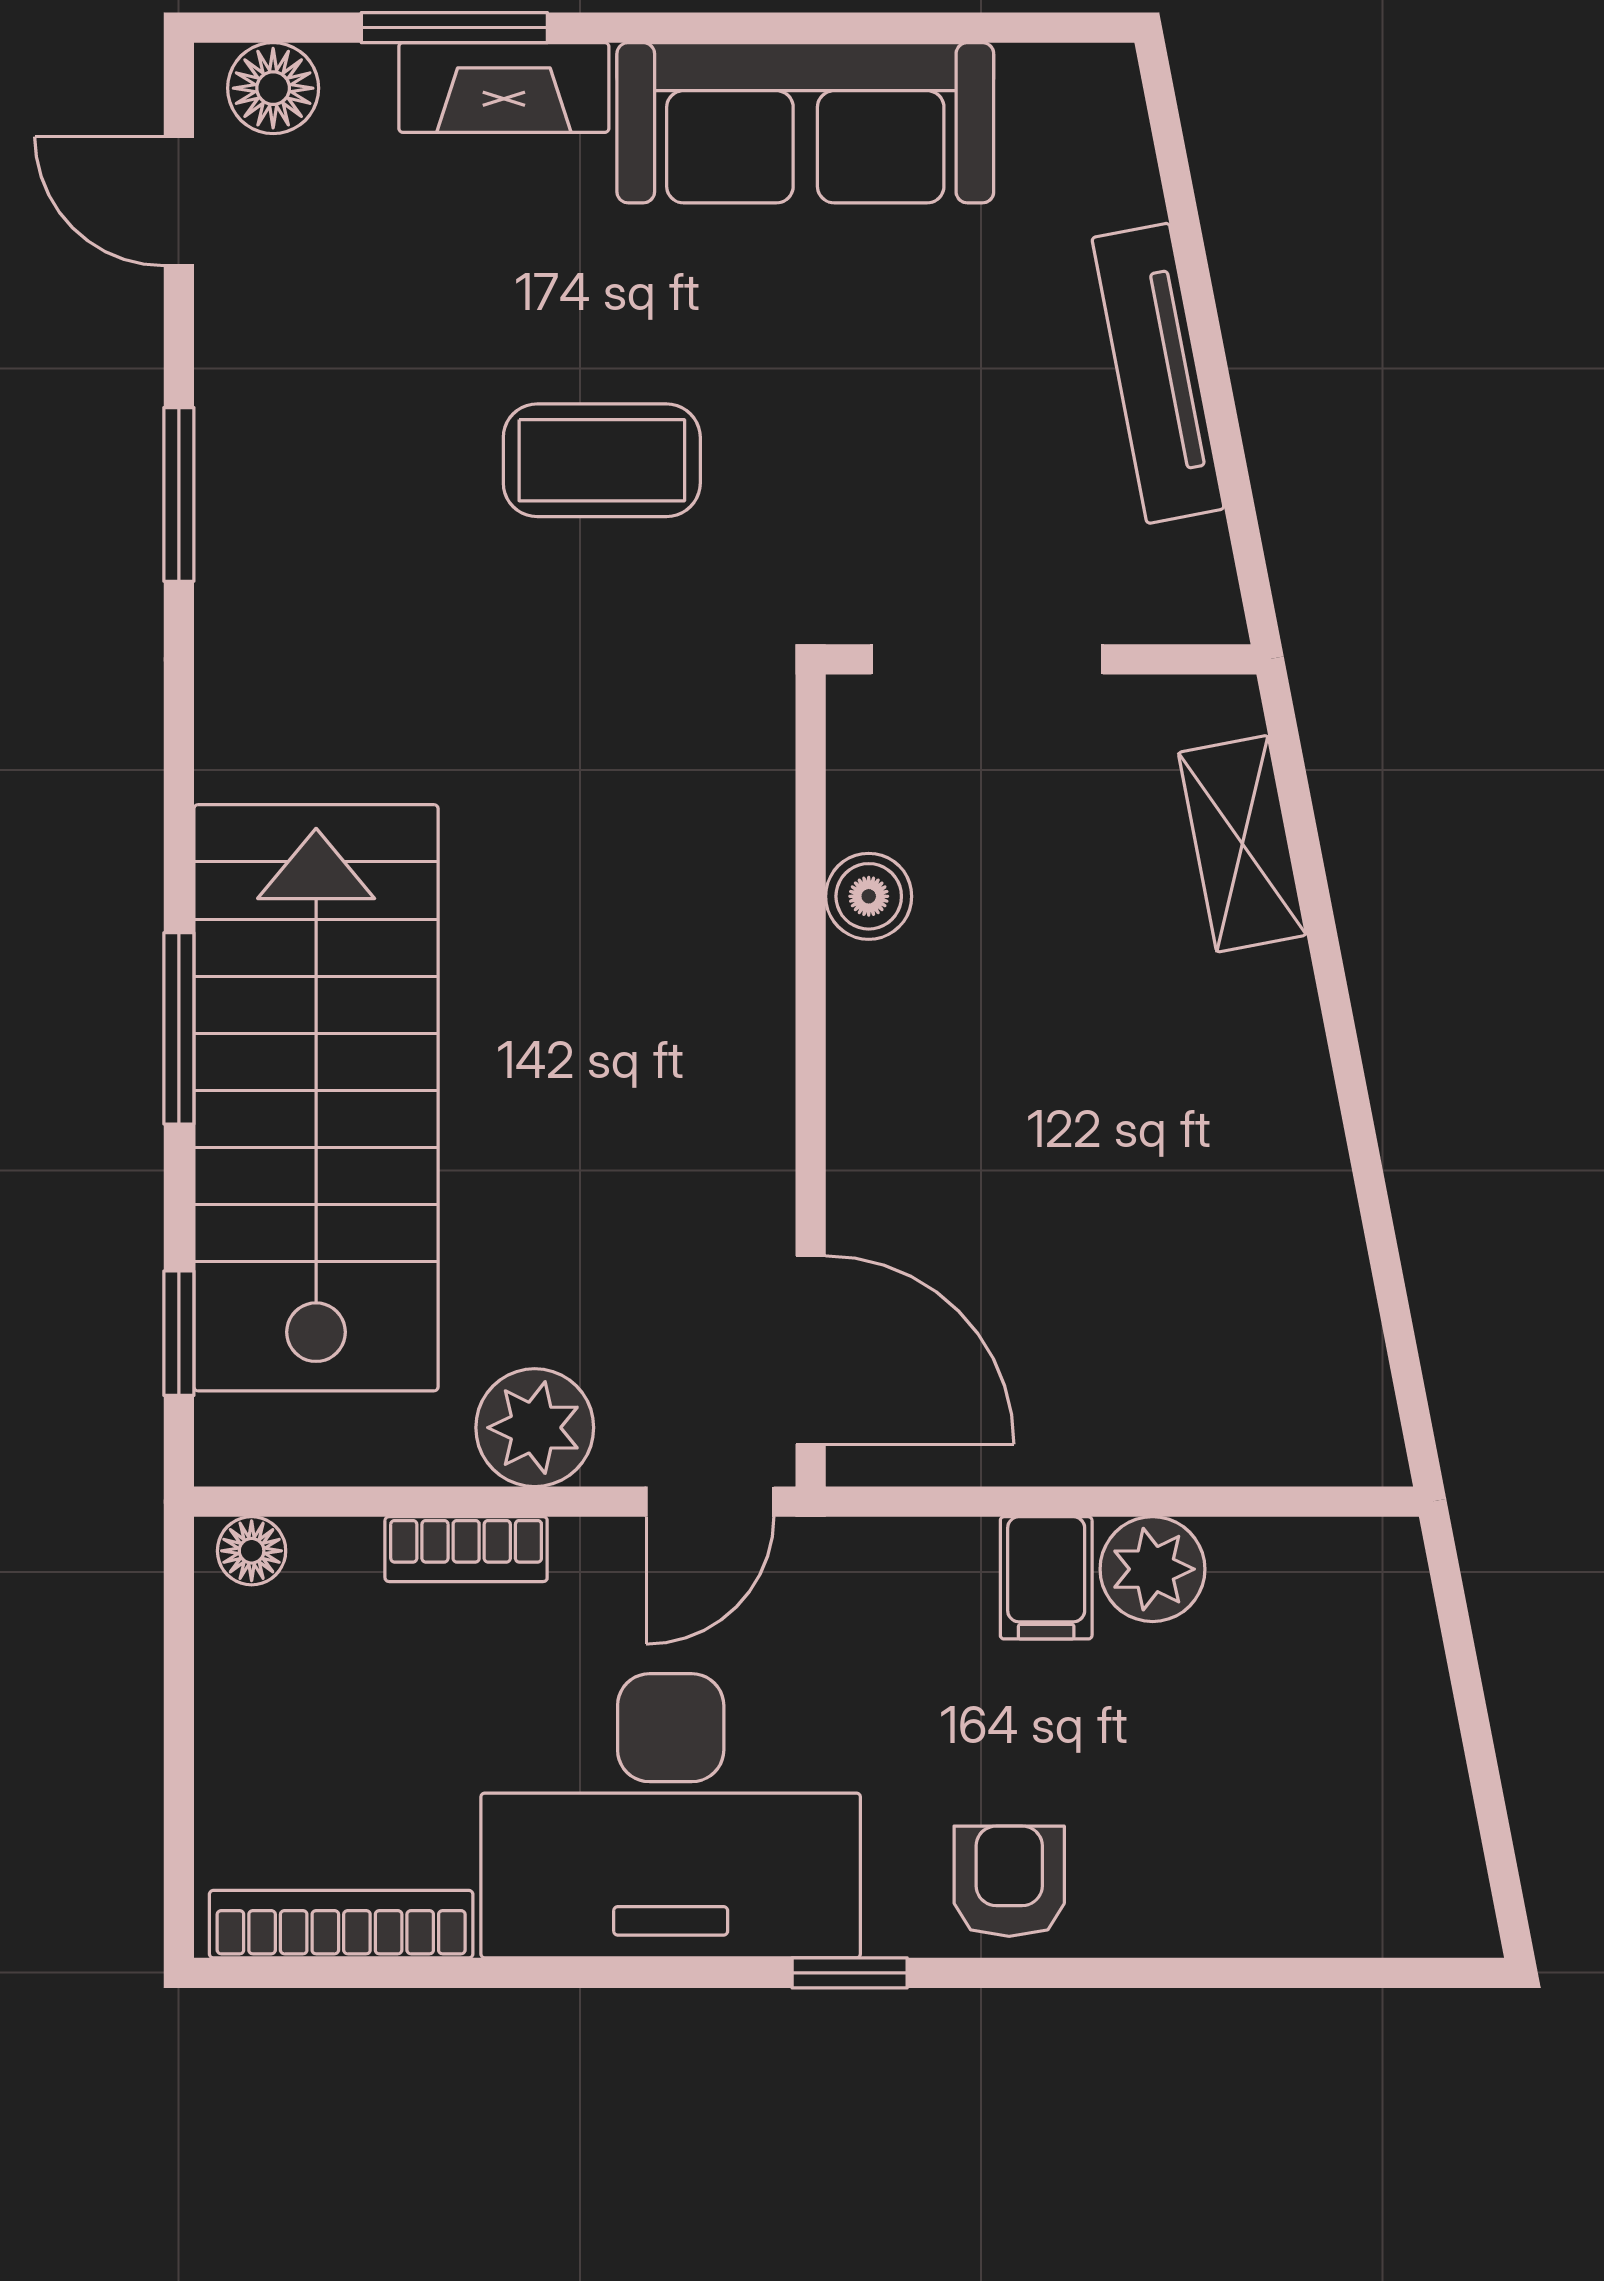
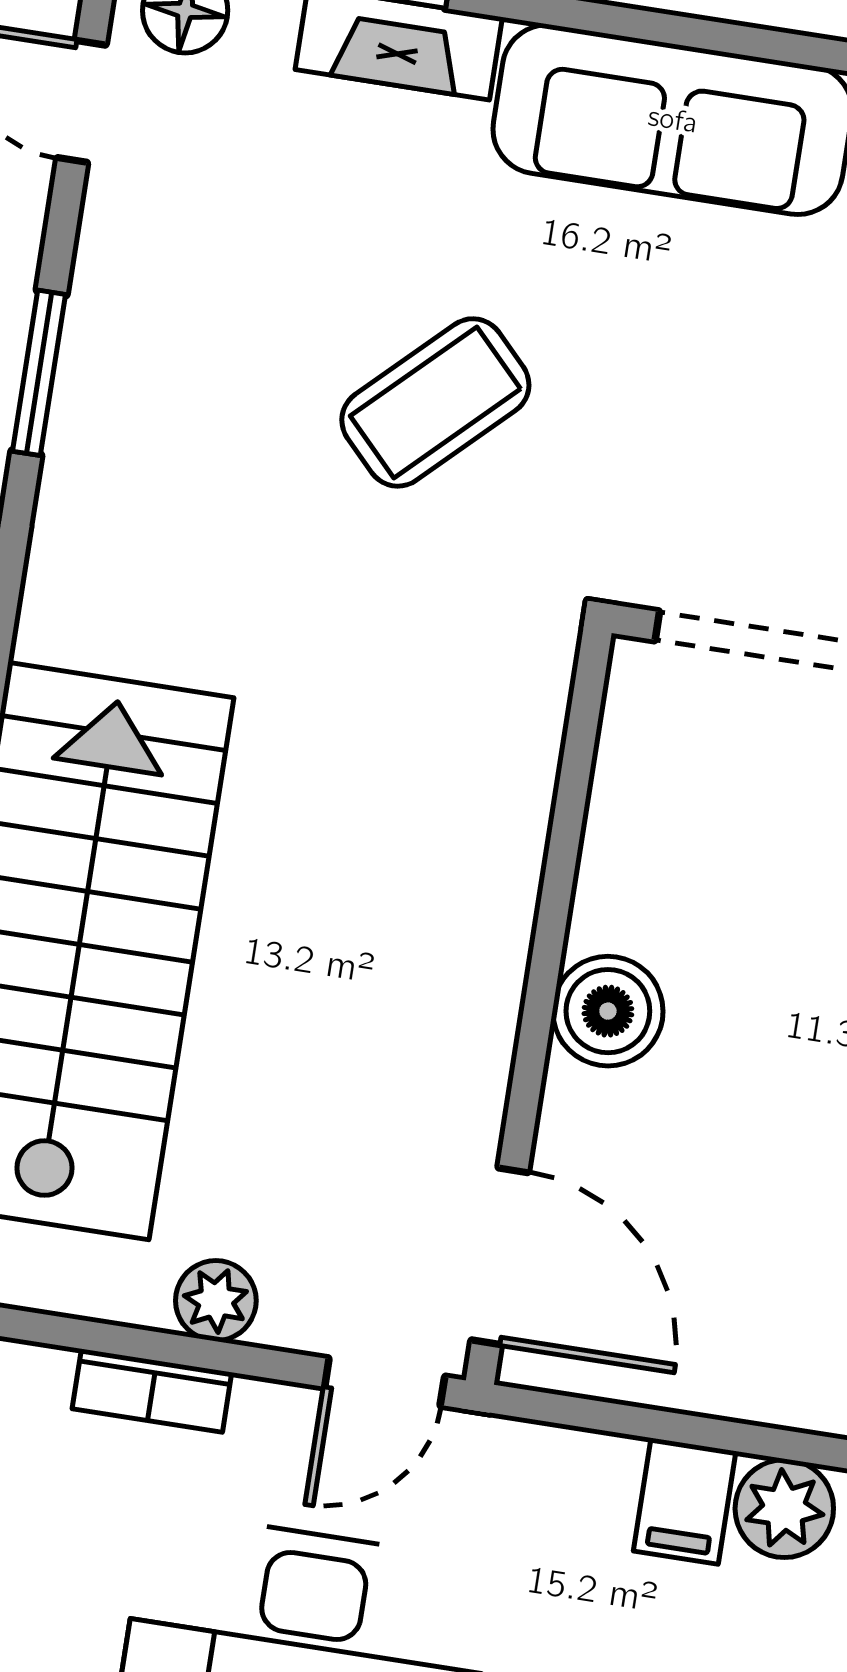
coffee table: (602, 460) -> (435, 402), turned -44
boiler: (869, 896) -> (608, 1011), moved, width x1.36, depth x1.36
plant: (535, 1428) -> (216, 1301), width x0.73, depth x0.73

